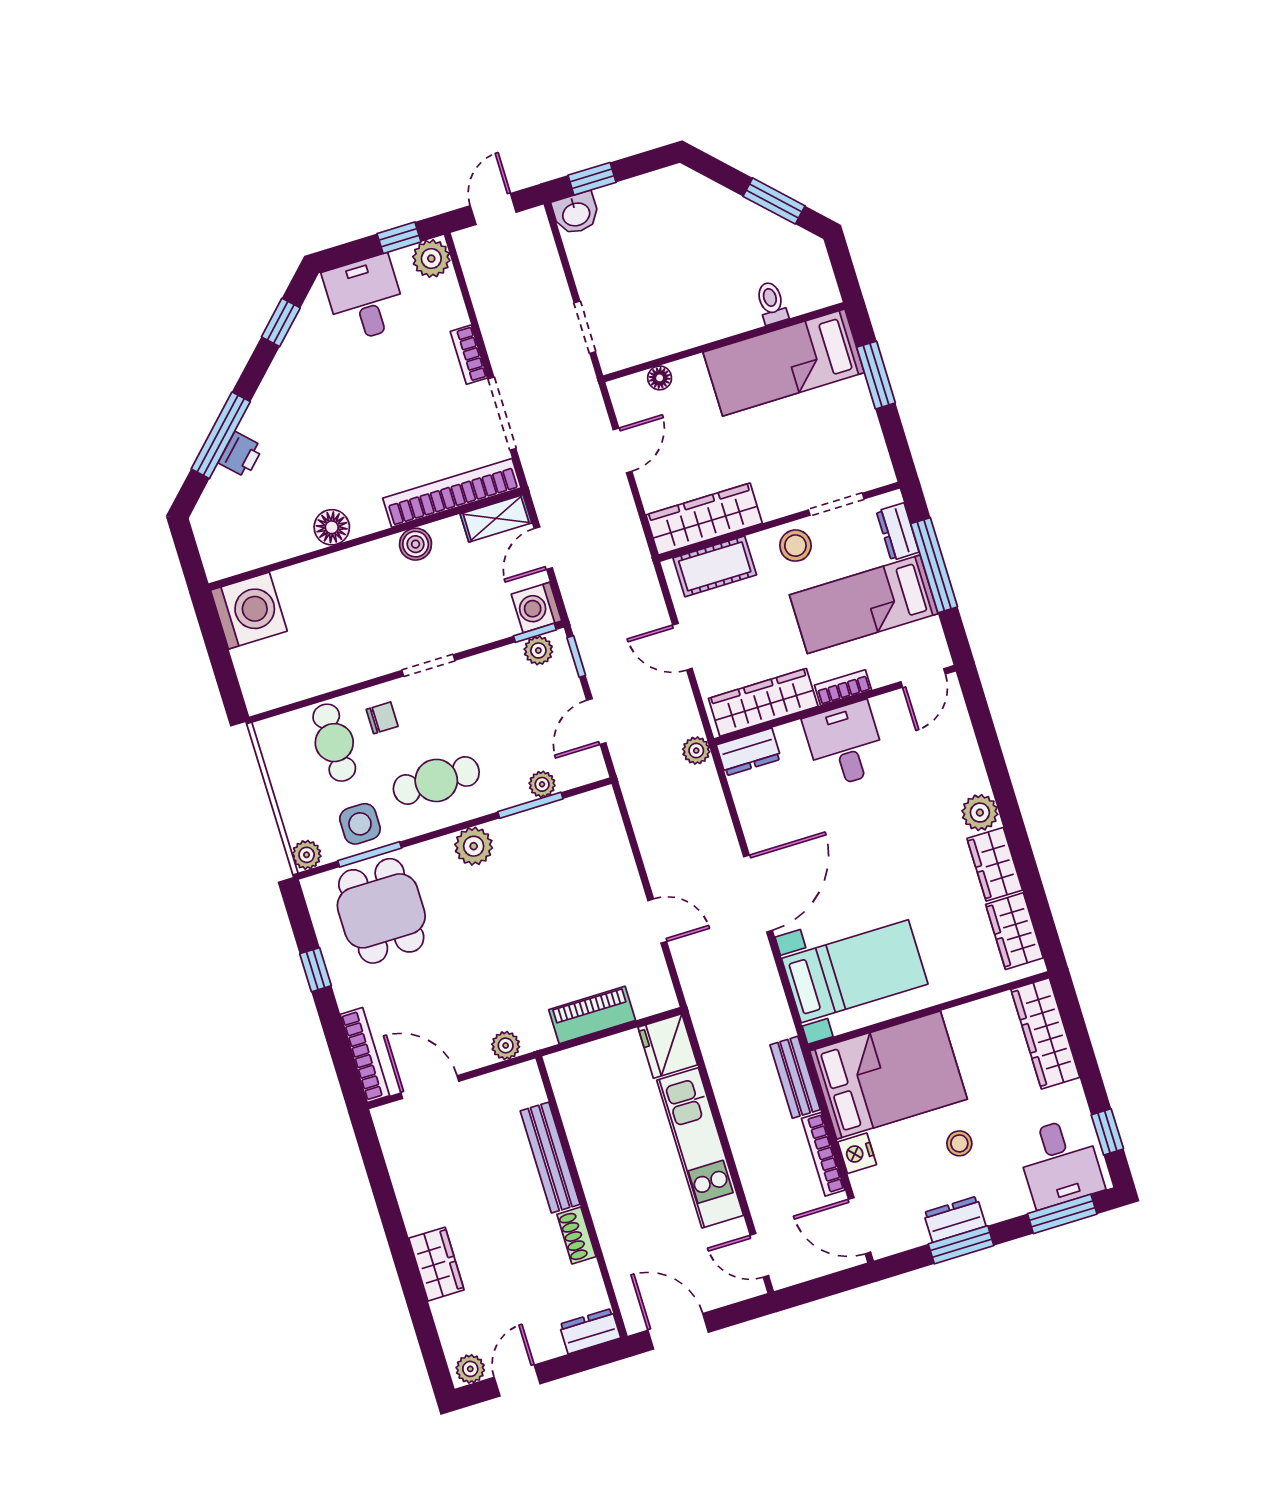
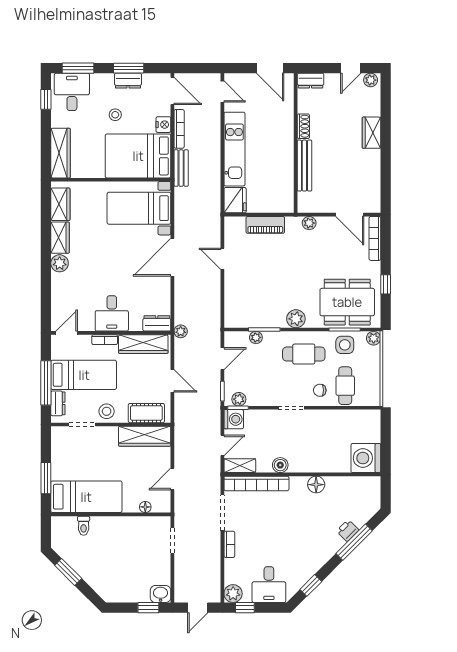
dining table: (381, 911) -> (347, 302), width x1.38

